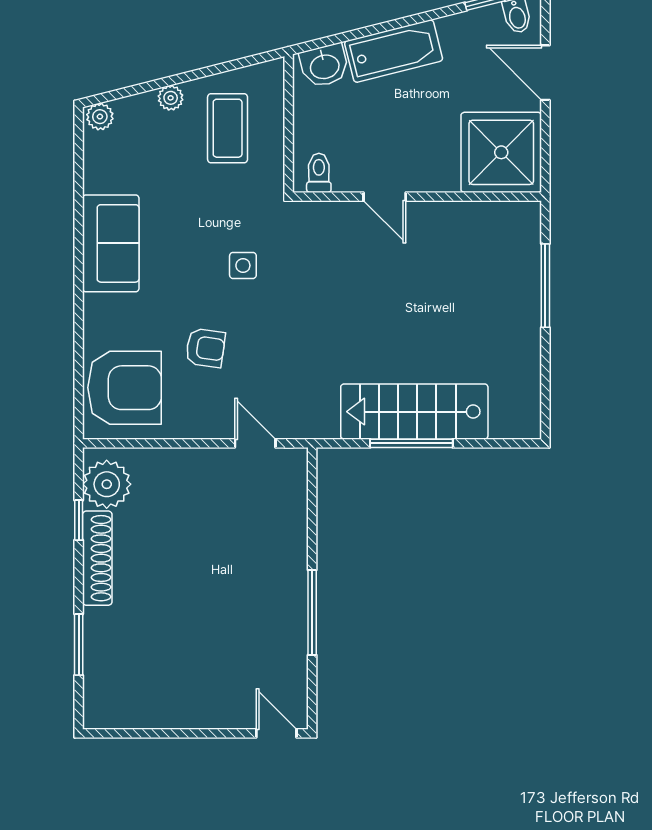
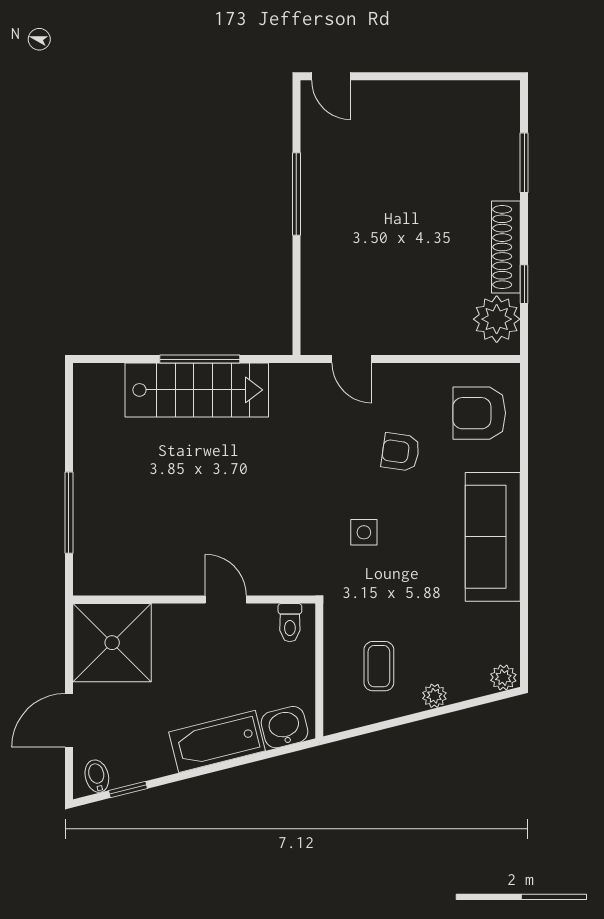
door: (545, 73) -> (69, 720), swing flipped
coffee table: (228, 128) -> (379, 666), width x0.73, depth x0.77
sofa: (111, 243) -> (493, 537), width x1.36
armchair: (125, 388) -> (479, 413), width x0.73, depth x0.73

